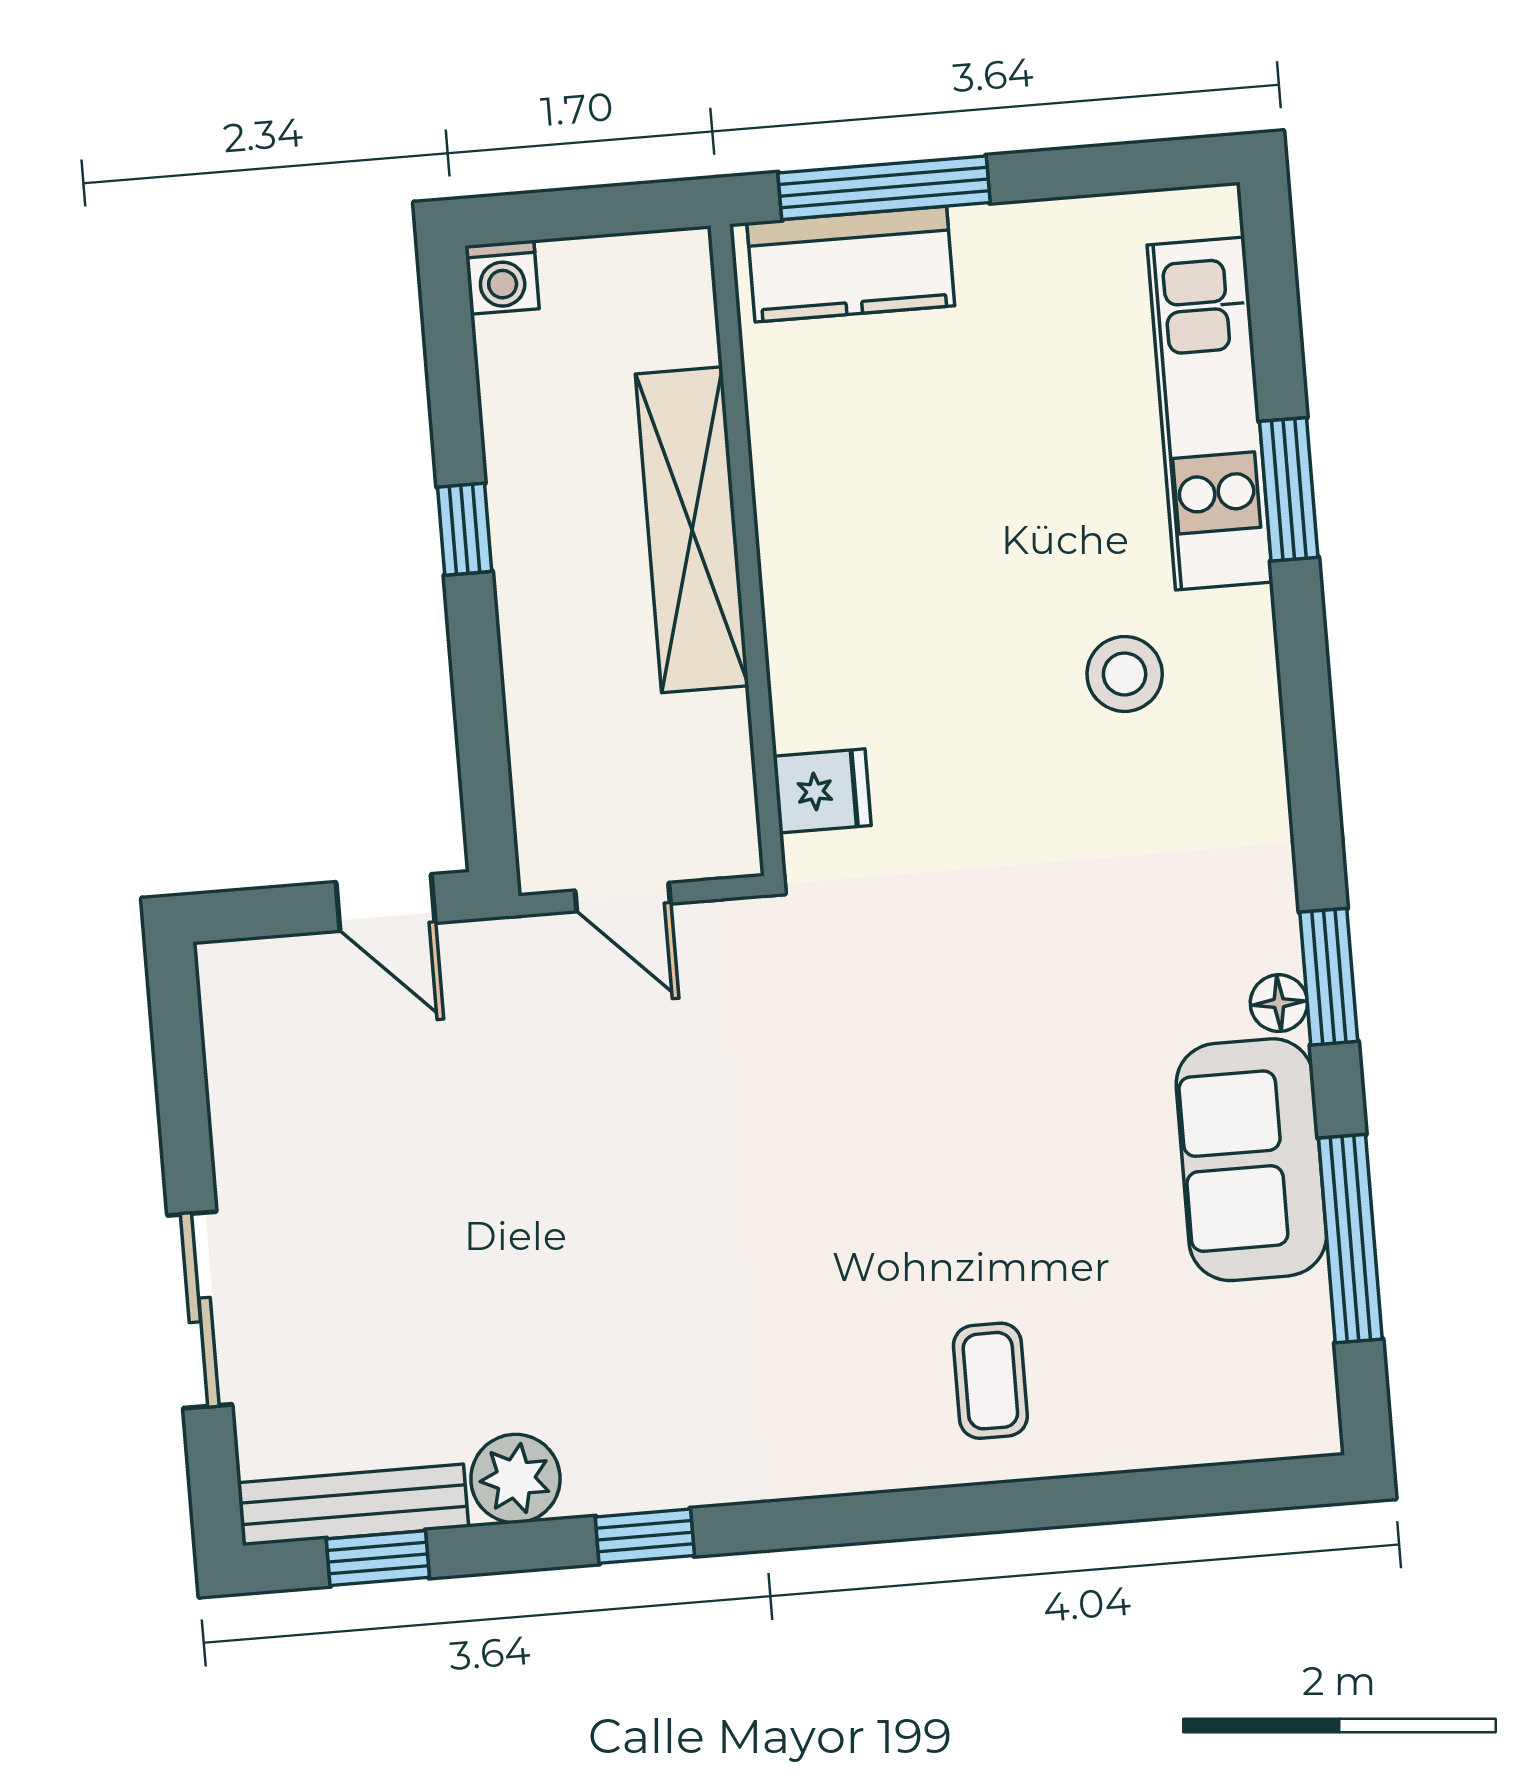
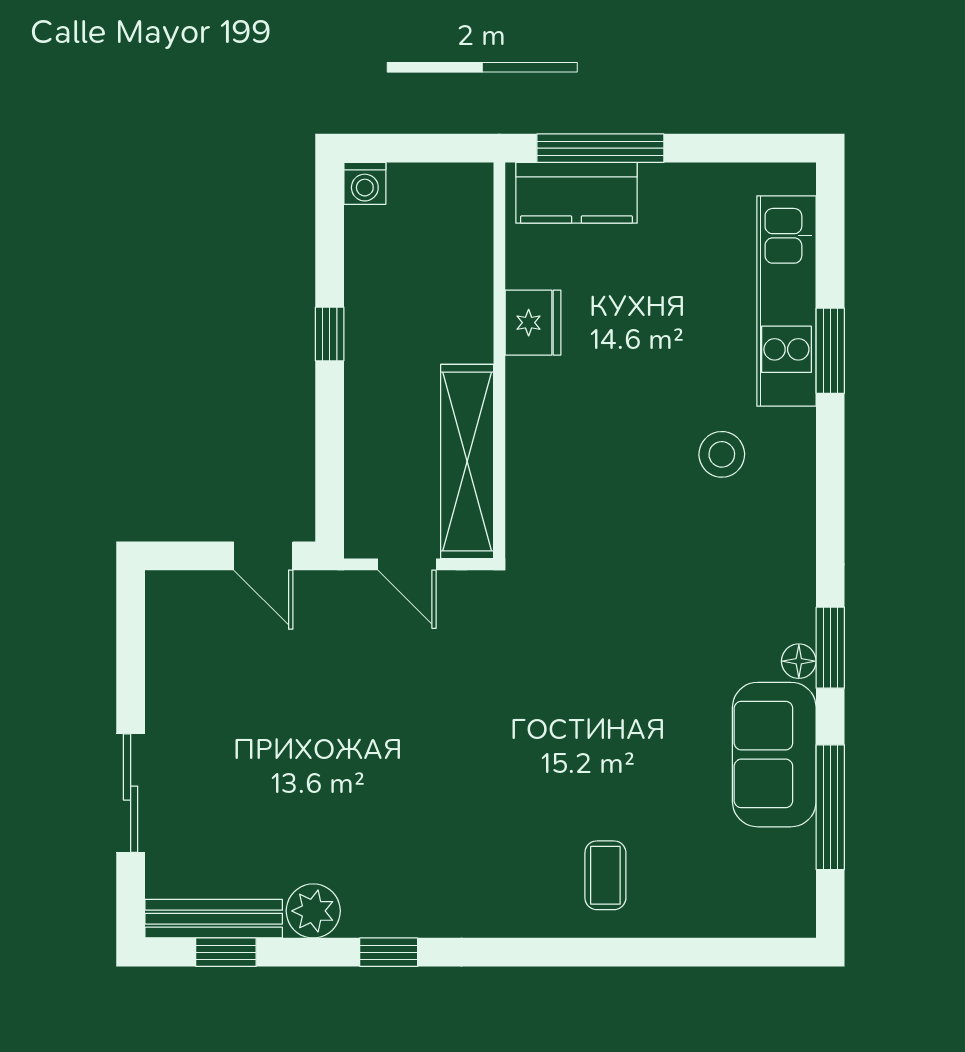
shelving: (692, 530) -> (467, 461), moved
fridge: (822, 791) -> (533, 323), moved, width x1.38

